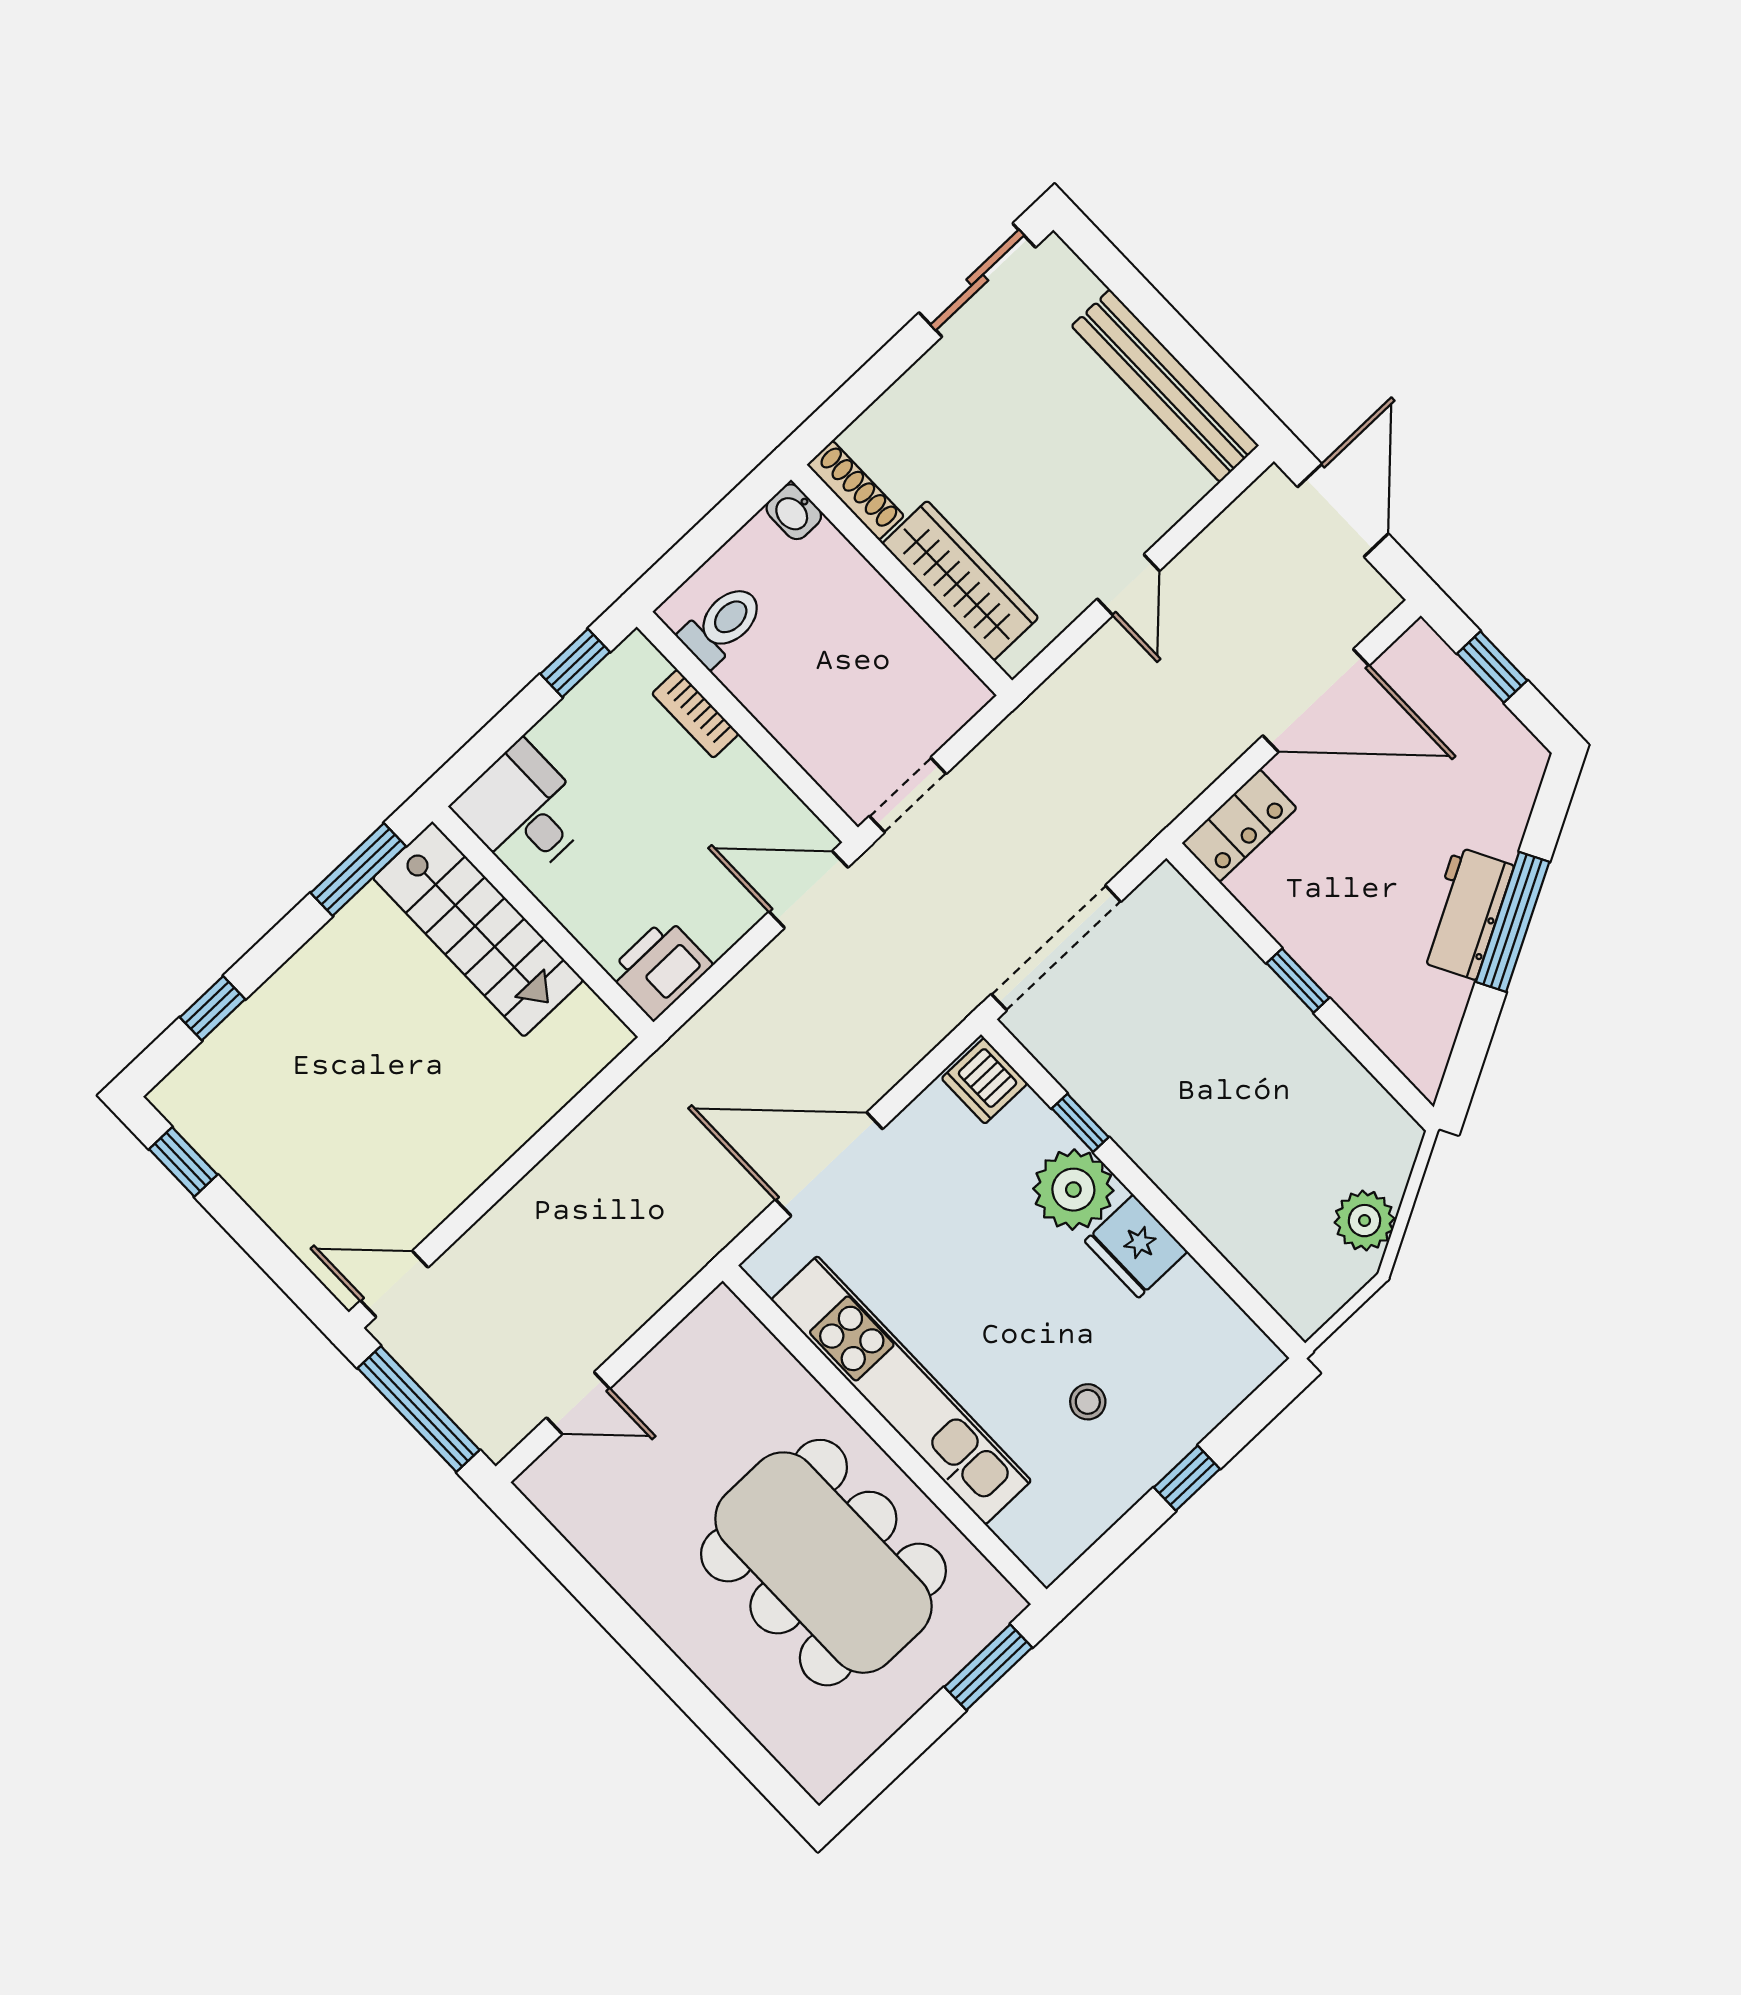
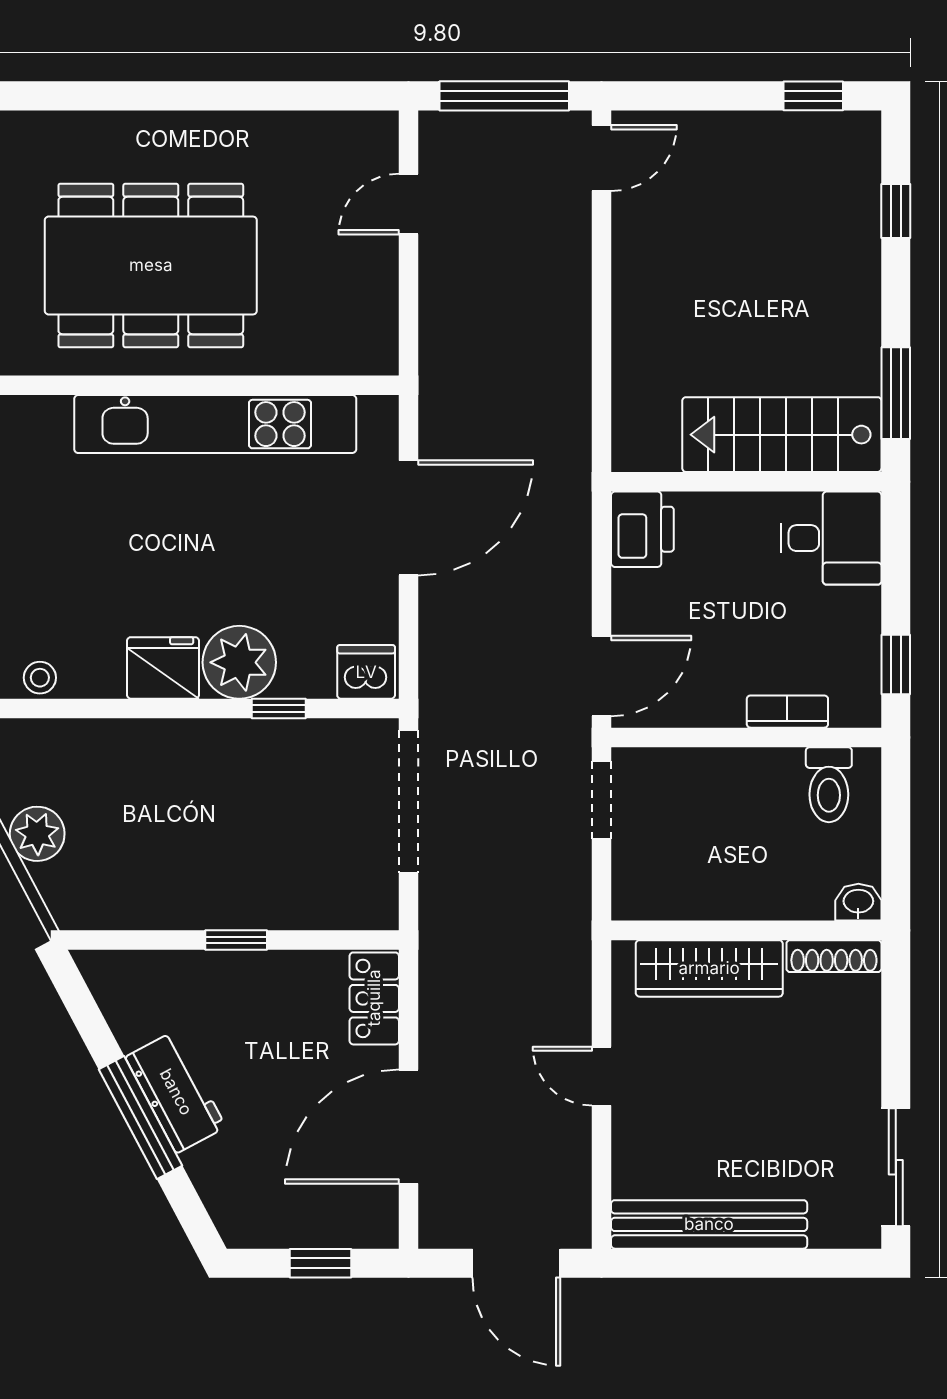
stool: (1088, 1402) -> (40, 678), moved

